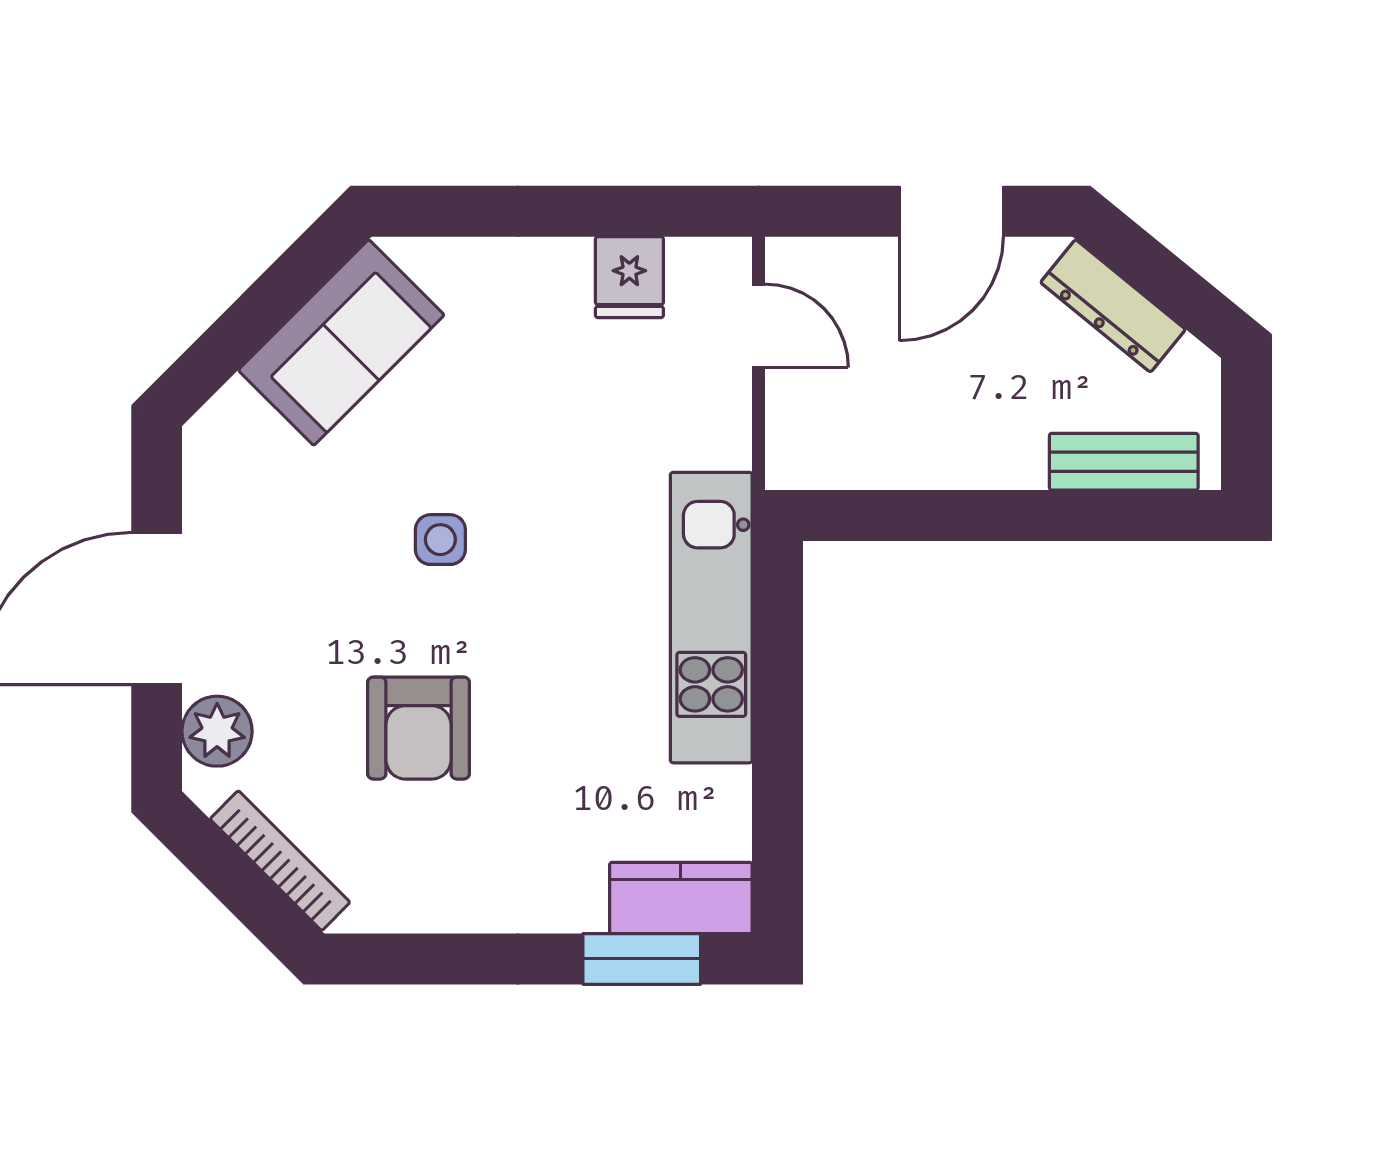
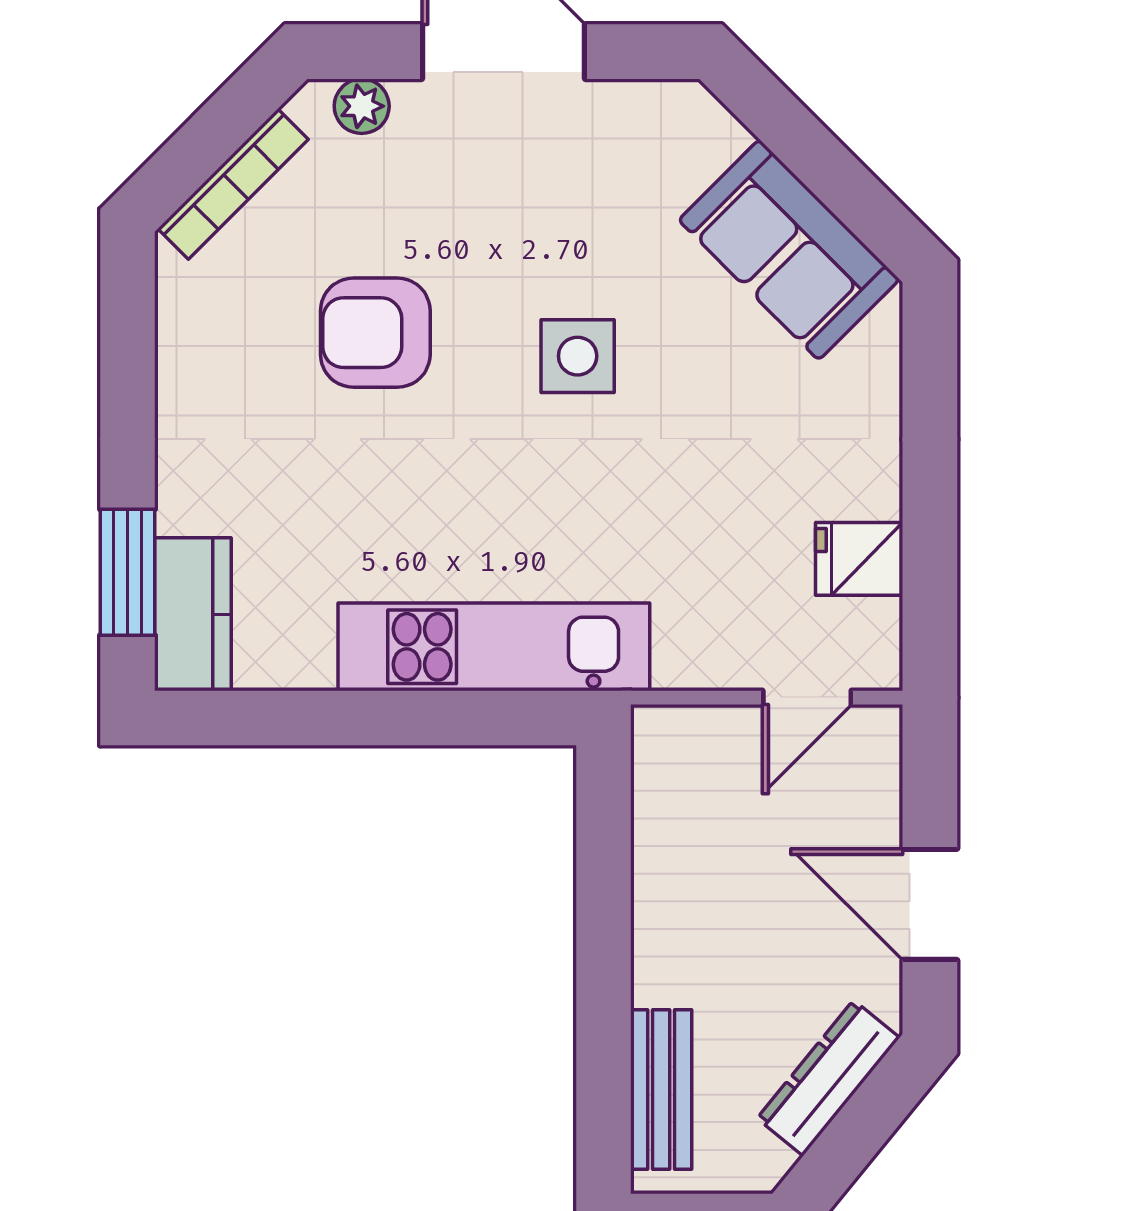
side table: (440, 540) -> (578, 356), width x1.37, depth x1.37
plant: (217, 731) -> (362, 106), width x0.73, depth x0.73

